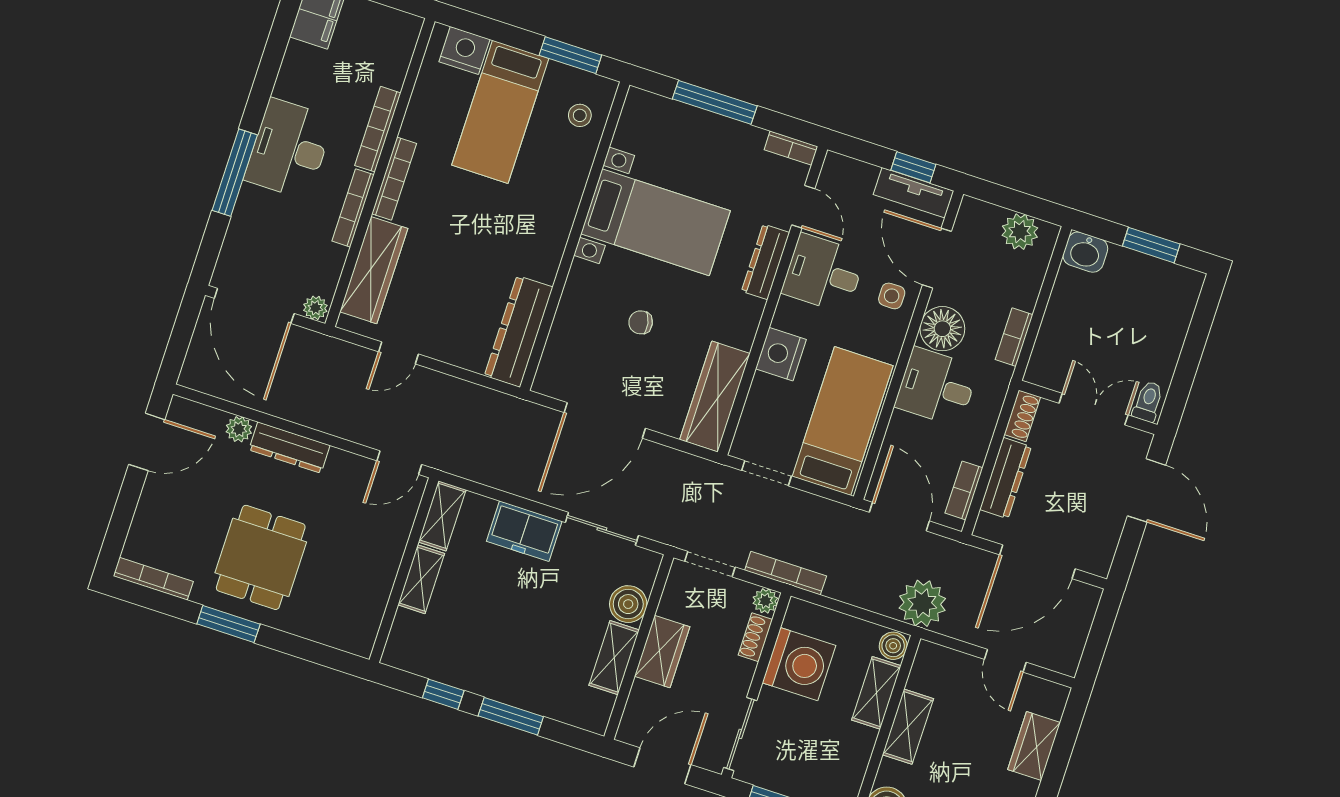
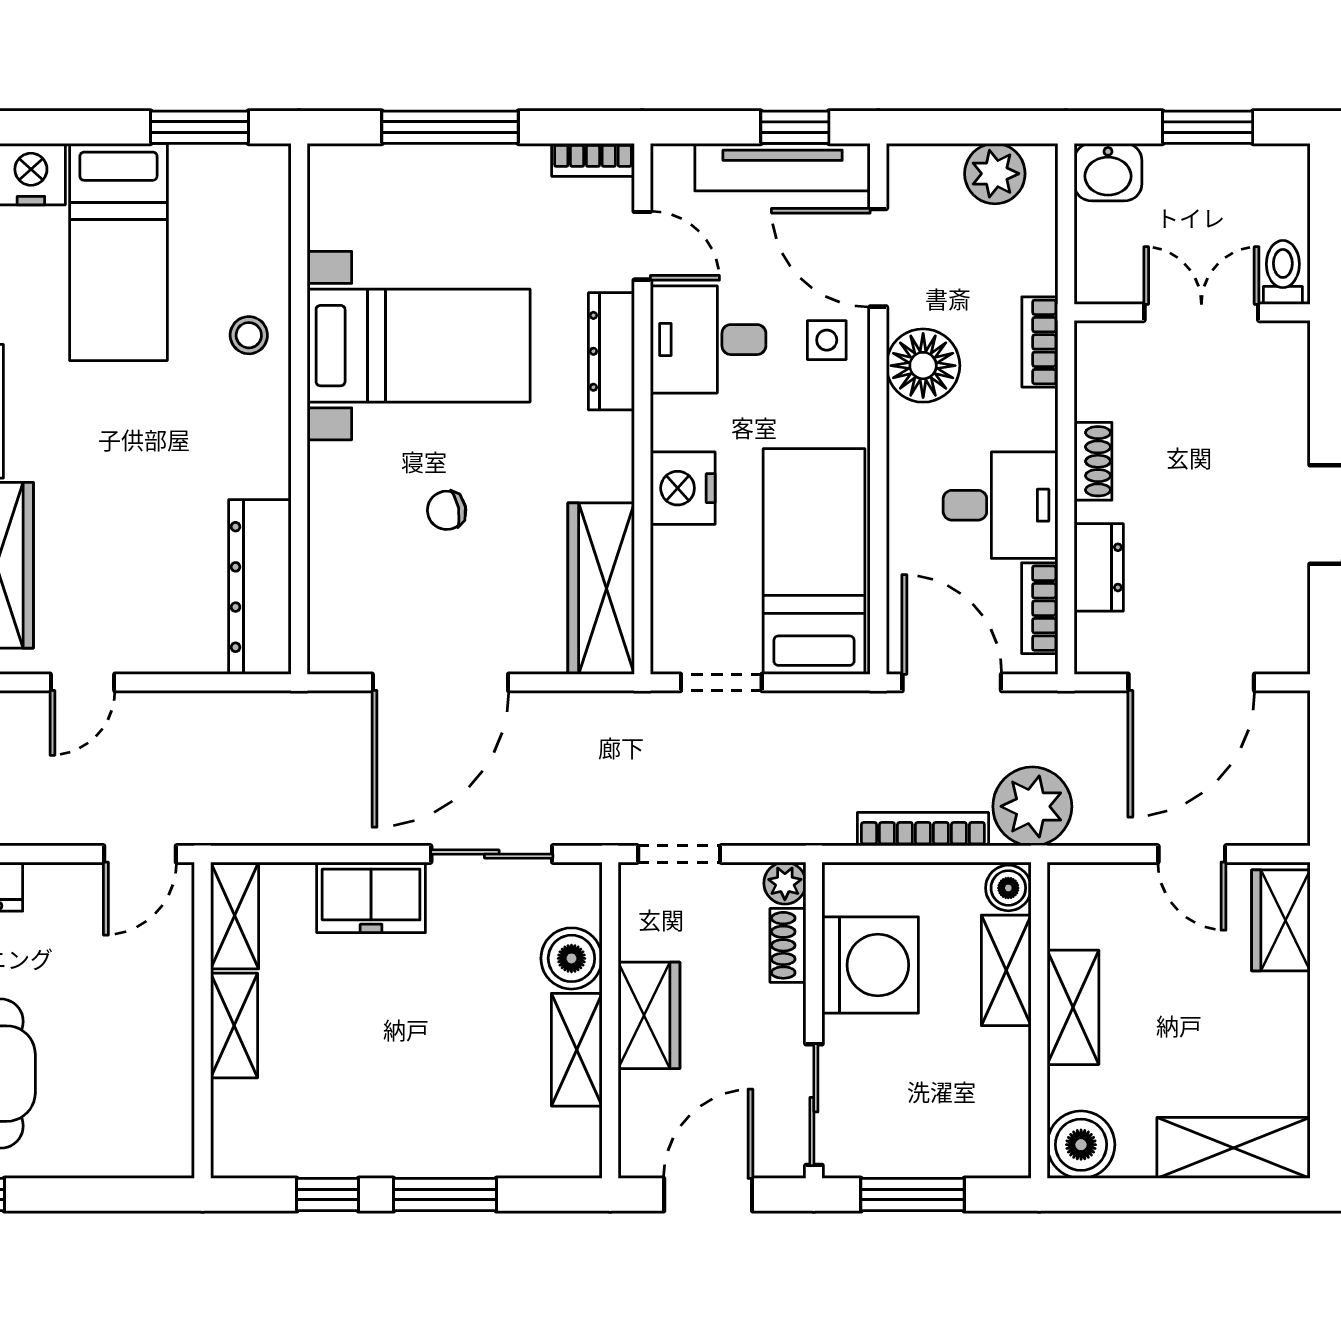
stool: (580, 115) -> (249, 335), moved
tv unit: (913, 193) -> (783, 167), width x1.41
desk: (937, 387) -> (1001, 505), moved, turned 180
toilet: (1148, 401) -> (1283, 272), moved
wall: (1088, 407) -> (1192, 312), moved
double door: (1094, 409) -> (1201, 312), moved
dresser: (1006, 478) -> (1099, 567), width x0.70
bookcase: (786, 573) -> (923, 829), moved
wardrobe: (1034, 746) -> (1281, 920), moved

